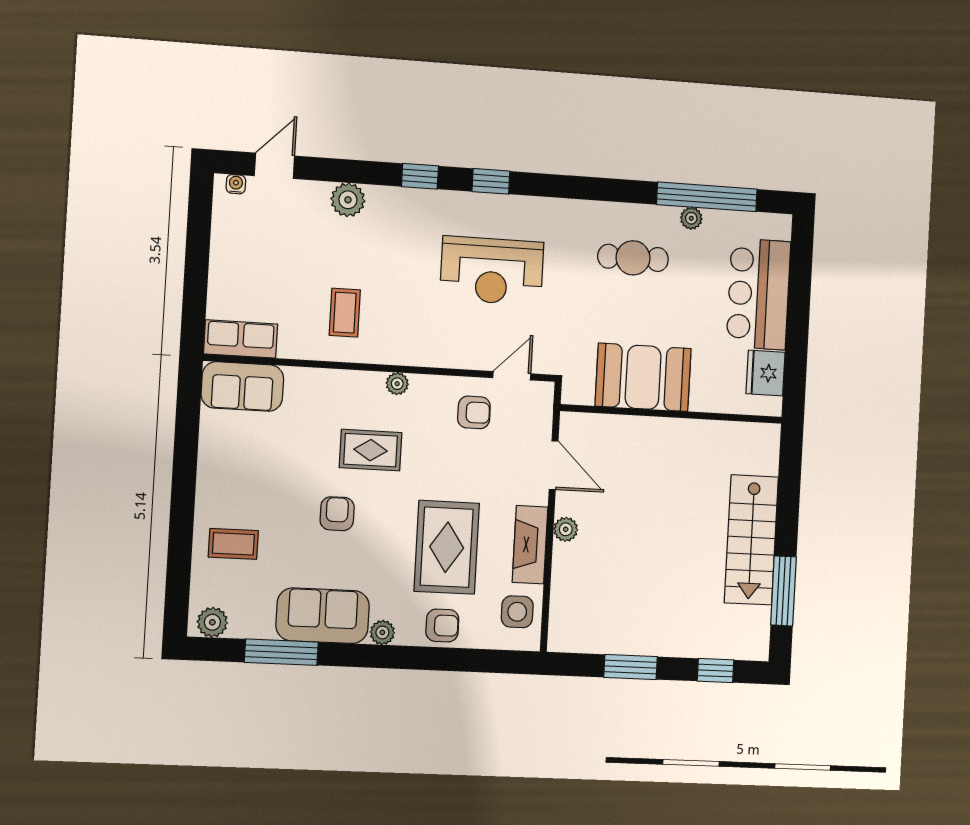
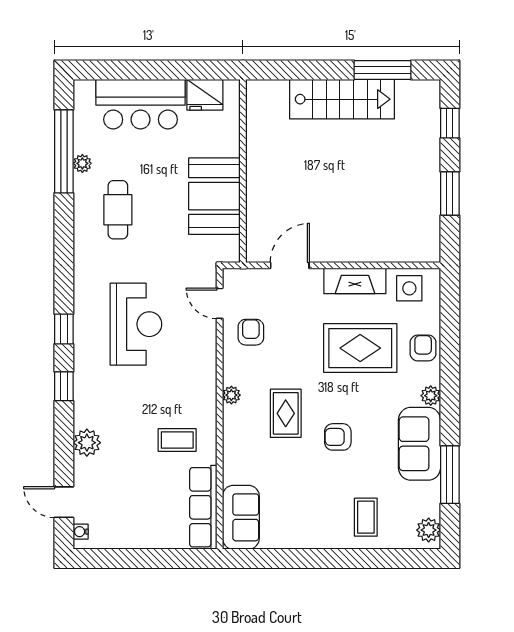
row of seats: (241, 339) -> (203, 507), width x1.48
plant: (566, 529) -> (341, 253), removed

